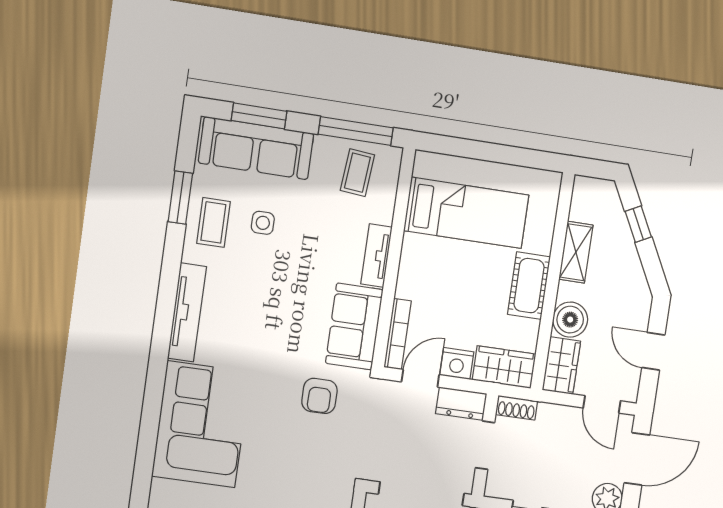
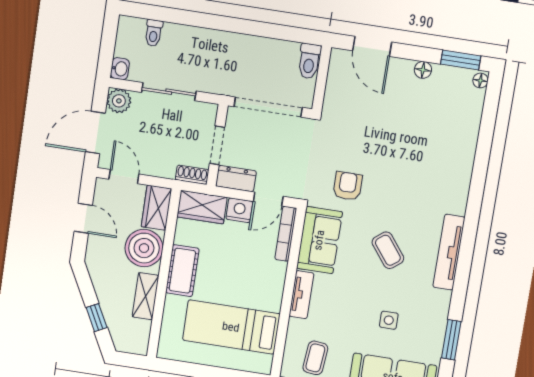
coffee table: (213, 222) -> (388, 250), moved, turned -38
boiler: (570, 320) -> (144, 248), width x1.37, depth x1.37
corner sofa: (201, 424) -> (441, 165), removed

